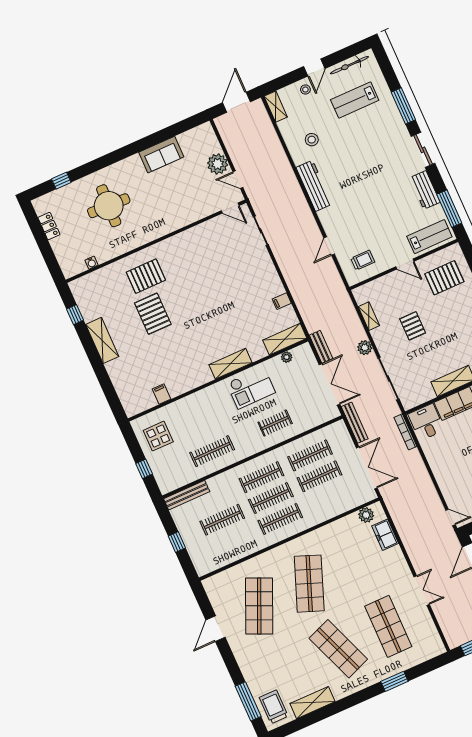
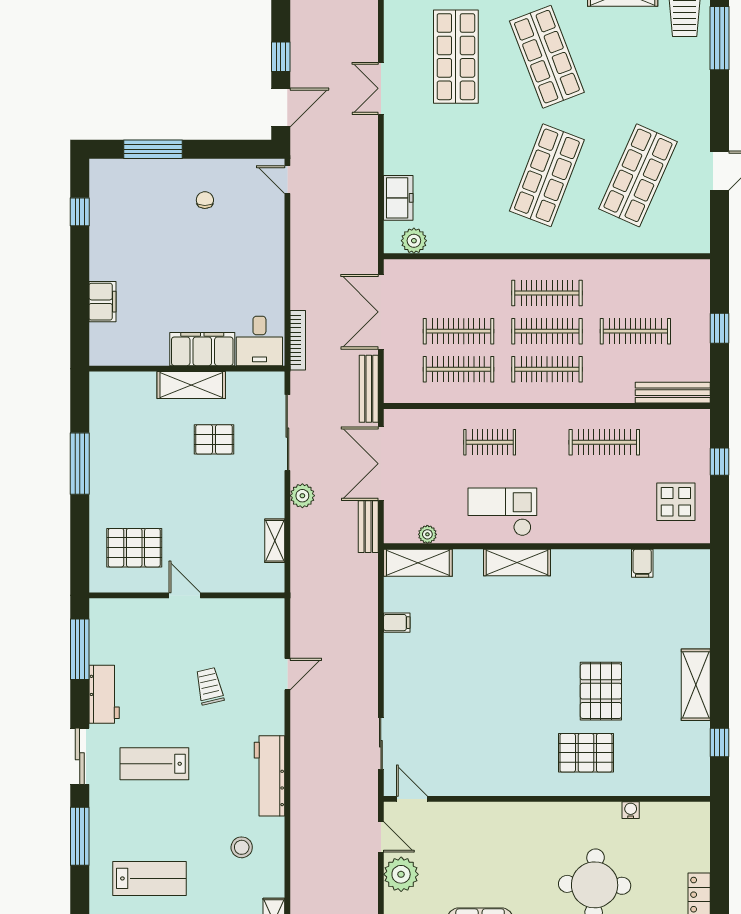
lab bench: (429, 237) -> (154, 764), moved
trolley: (363, 260) -> (209, 686), moved, turned 77
water cooler: (91, 263) -> (631, 810), moved
pallet: (413, 326) -> (214, 439), moved, turned 90

